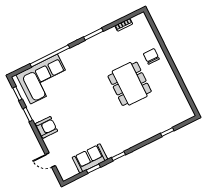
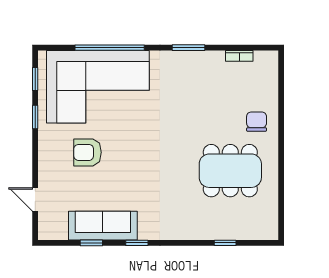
corner sofa: (44, 79) -> (98, 87), width x1.36, depth x1.36
dining table: (130, 84) -> (230, 171), moved, turned 90
armchair: (47, 127) -> (87, 152), moved, turned 180
sofa: (90, 158) -> (103, 226), width x1.36

